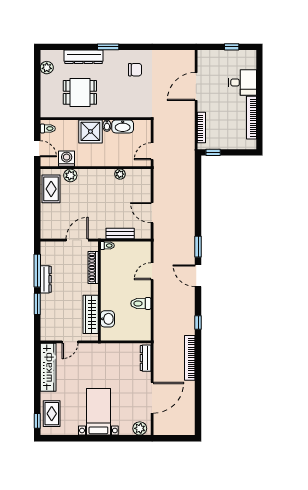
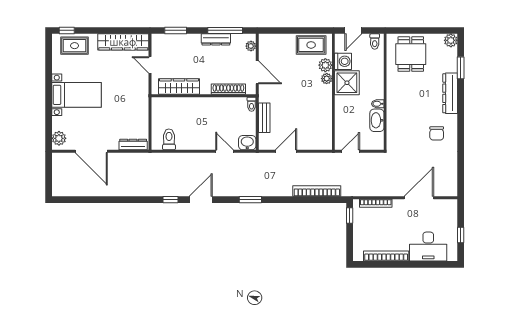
window: (108, 47) -> (461, 68), moved
dresser: (84, 57) -> (450, 93), moved
plant: (47, 68) -> (451, 40), moved
desk: (243, 82) -> (428, 247), width x1.37
door: (196, 87) -> (419, 198), hinge flipped
dining table: (80, 92) -> (411, 54), moved
shower: (90, 131) -> (347, 83), moved
door: (152, 151) -> (351, 151), hinge flipped
plant: (120, 174) -> (327, 79), moved
plant: (52, 246) -> (251, 46), added
door: (198, 276) -> (201, 200), moved
toilet: (141, 303) -> (169, 139), moved
window: (37, 304) -> (176, 30), moved
washbasin: (107, 319) -> (247, 143), moved, turned 180
bookcase: (190, 358) -> (317, 191), moved

